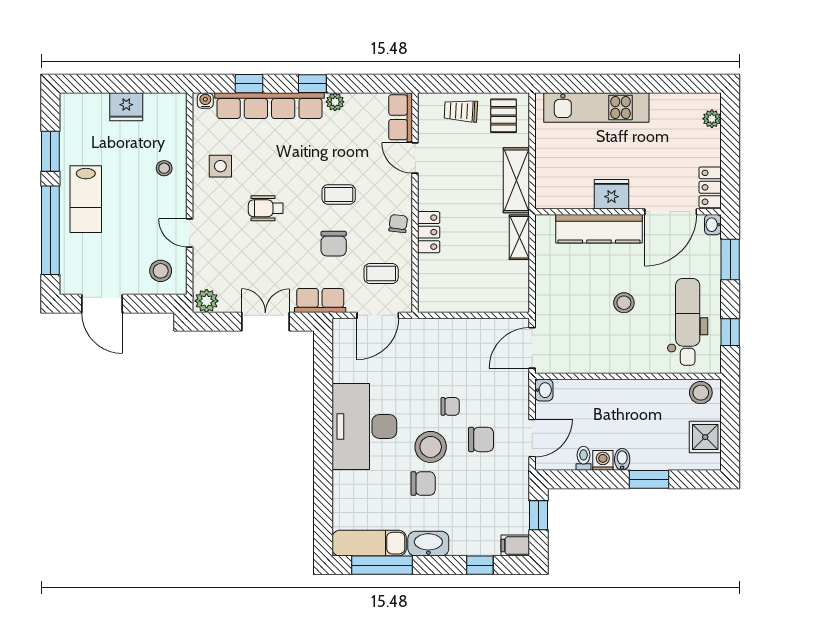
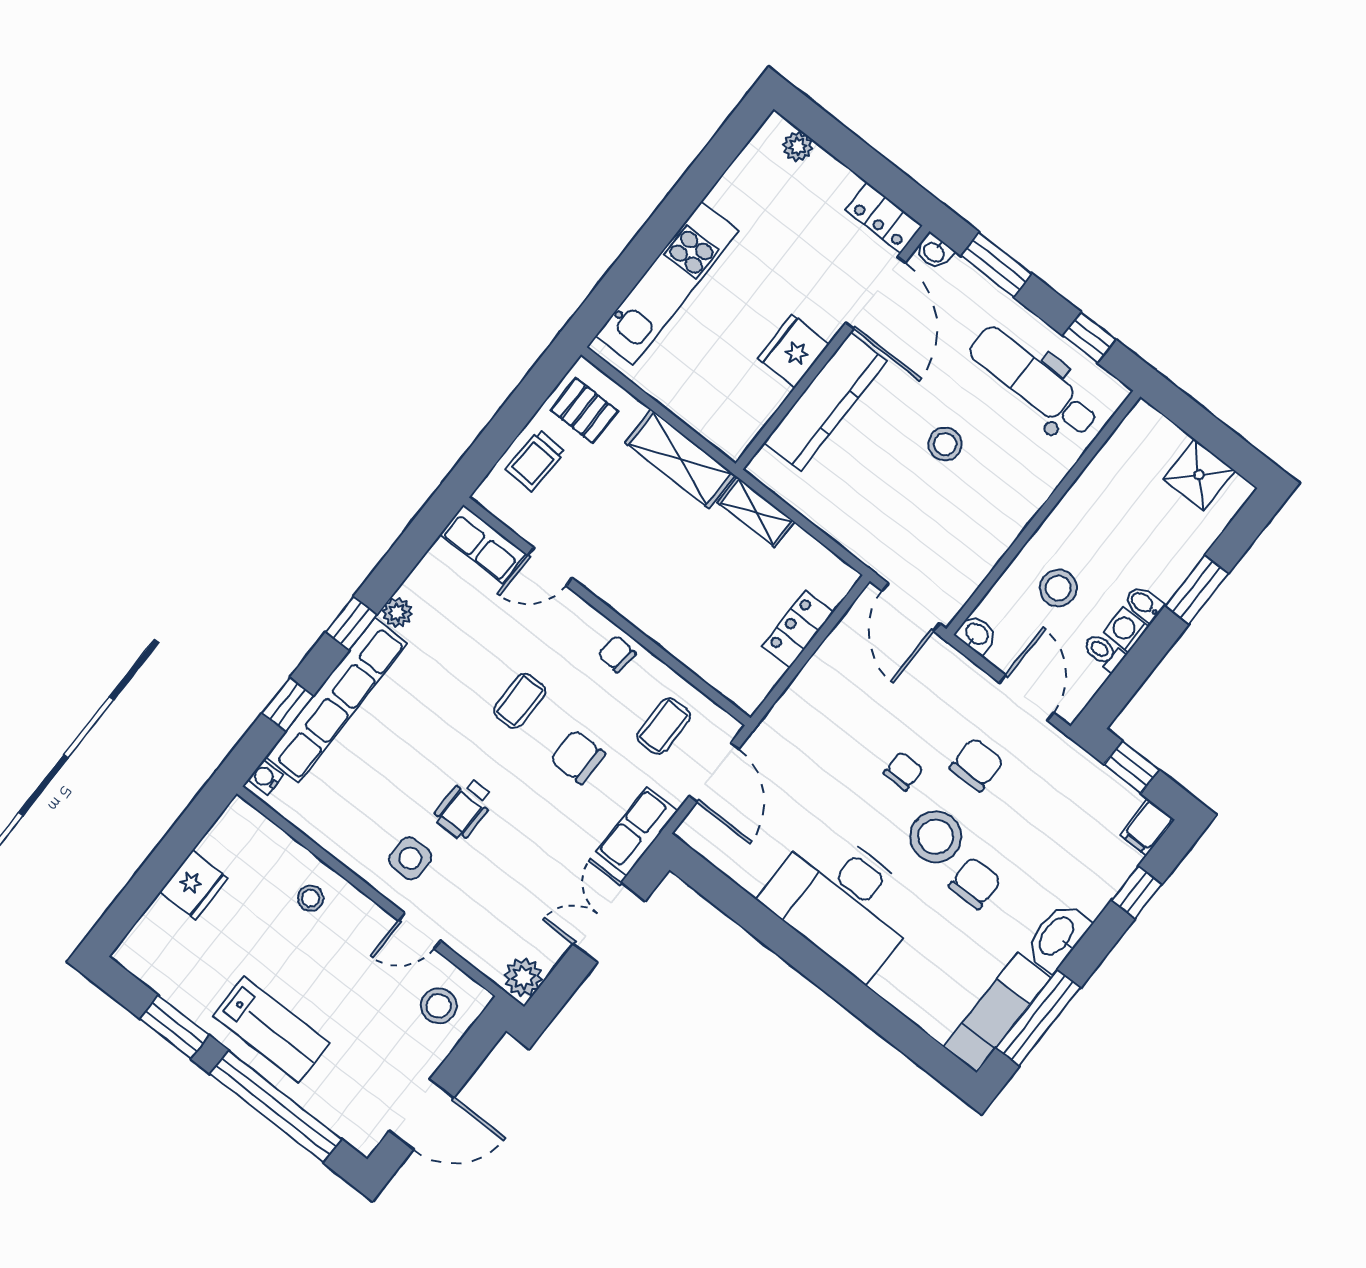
side table: (220, 166) -> (410, 858), moved
locker: (429, 232) -> (798, 629), moved, turned -90
chair: (334, 244) -> (578, 757), turned 180
stool: (701, 393) -> (1058, 588), moved

